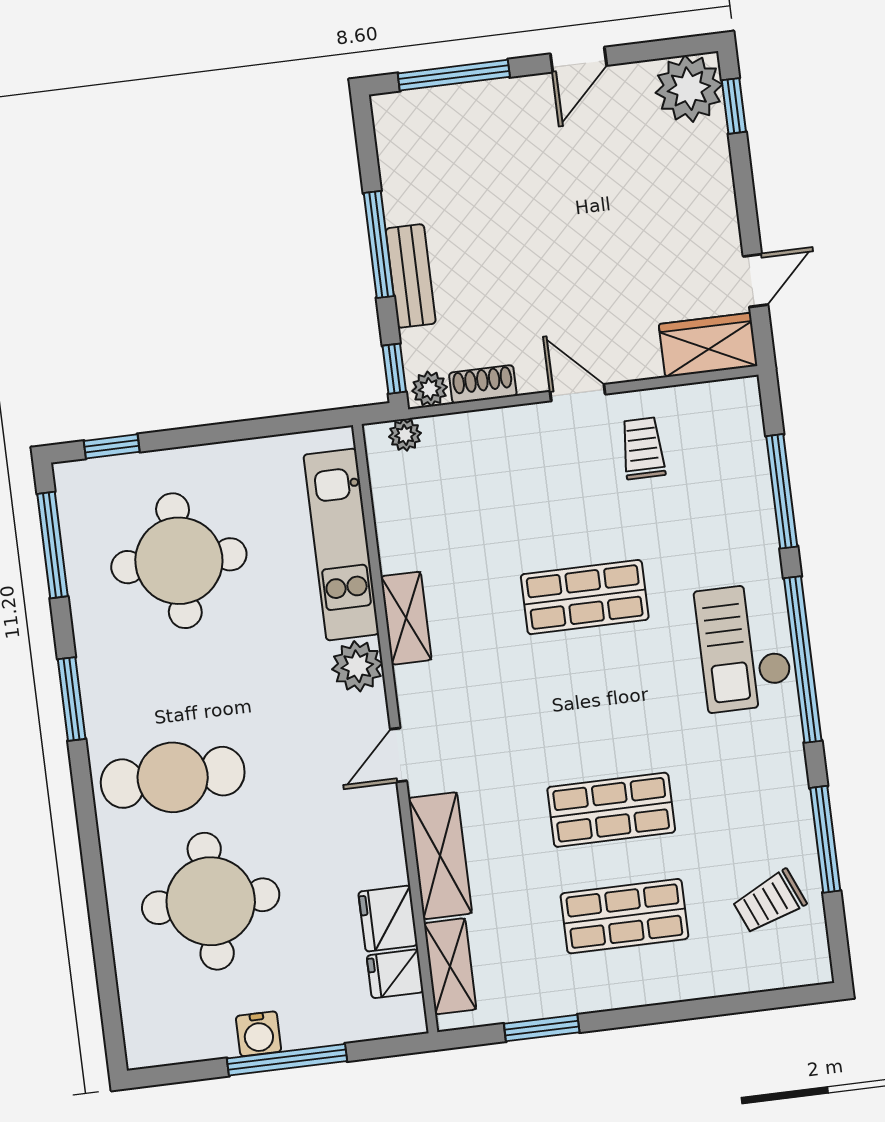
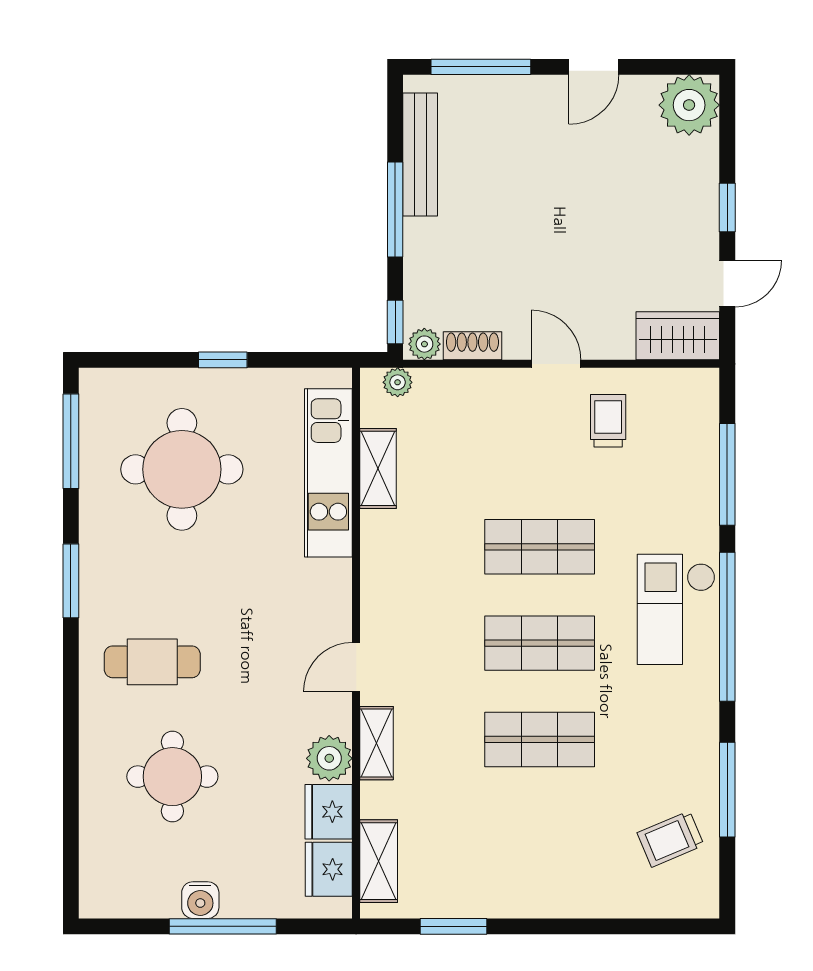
window: (734, 106) -> (727, 207), moved
bench: (411, 276) -> (420, 154), moved, width x1.36
window: (112, 446) -> (223, 360), moved
shelving: (406, 618) -> (378, 468), moved
plant: (357, 666) -> (329, 758), moved
cafe table: (173, 777) -> (152, 662), width x0.73, depth x0.74
shelving: (440, 856) -> (377, 743), width x0.67, depth x0.75
round table: (211, 901) -> (172, 777), width x0.73, depth x0.73
shop shelf: (624, 916) -> (540, 643), moved
fridge: (395, 974) -> (329, 869), width x1.38

